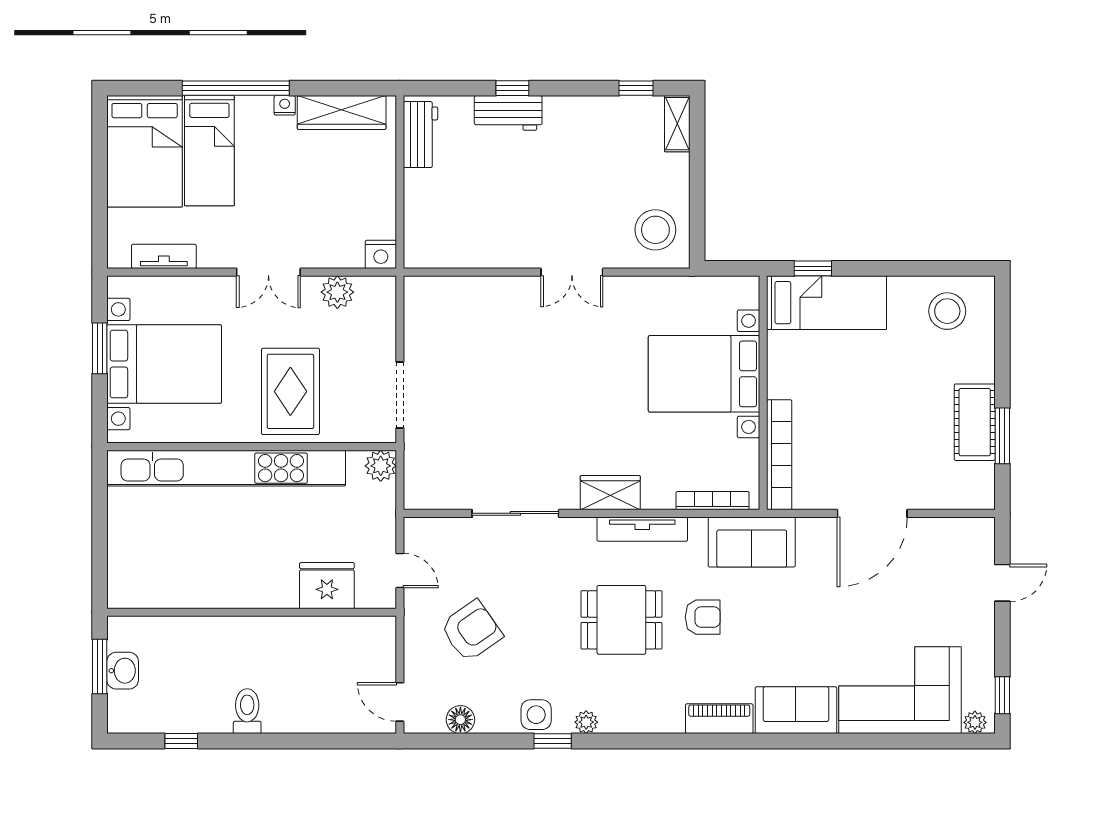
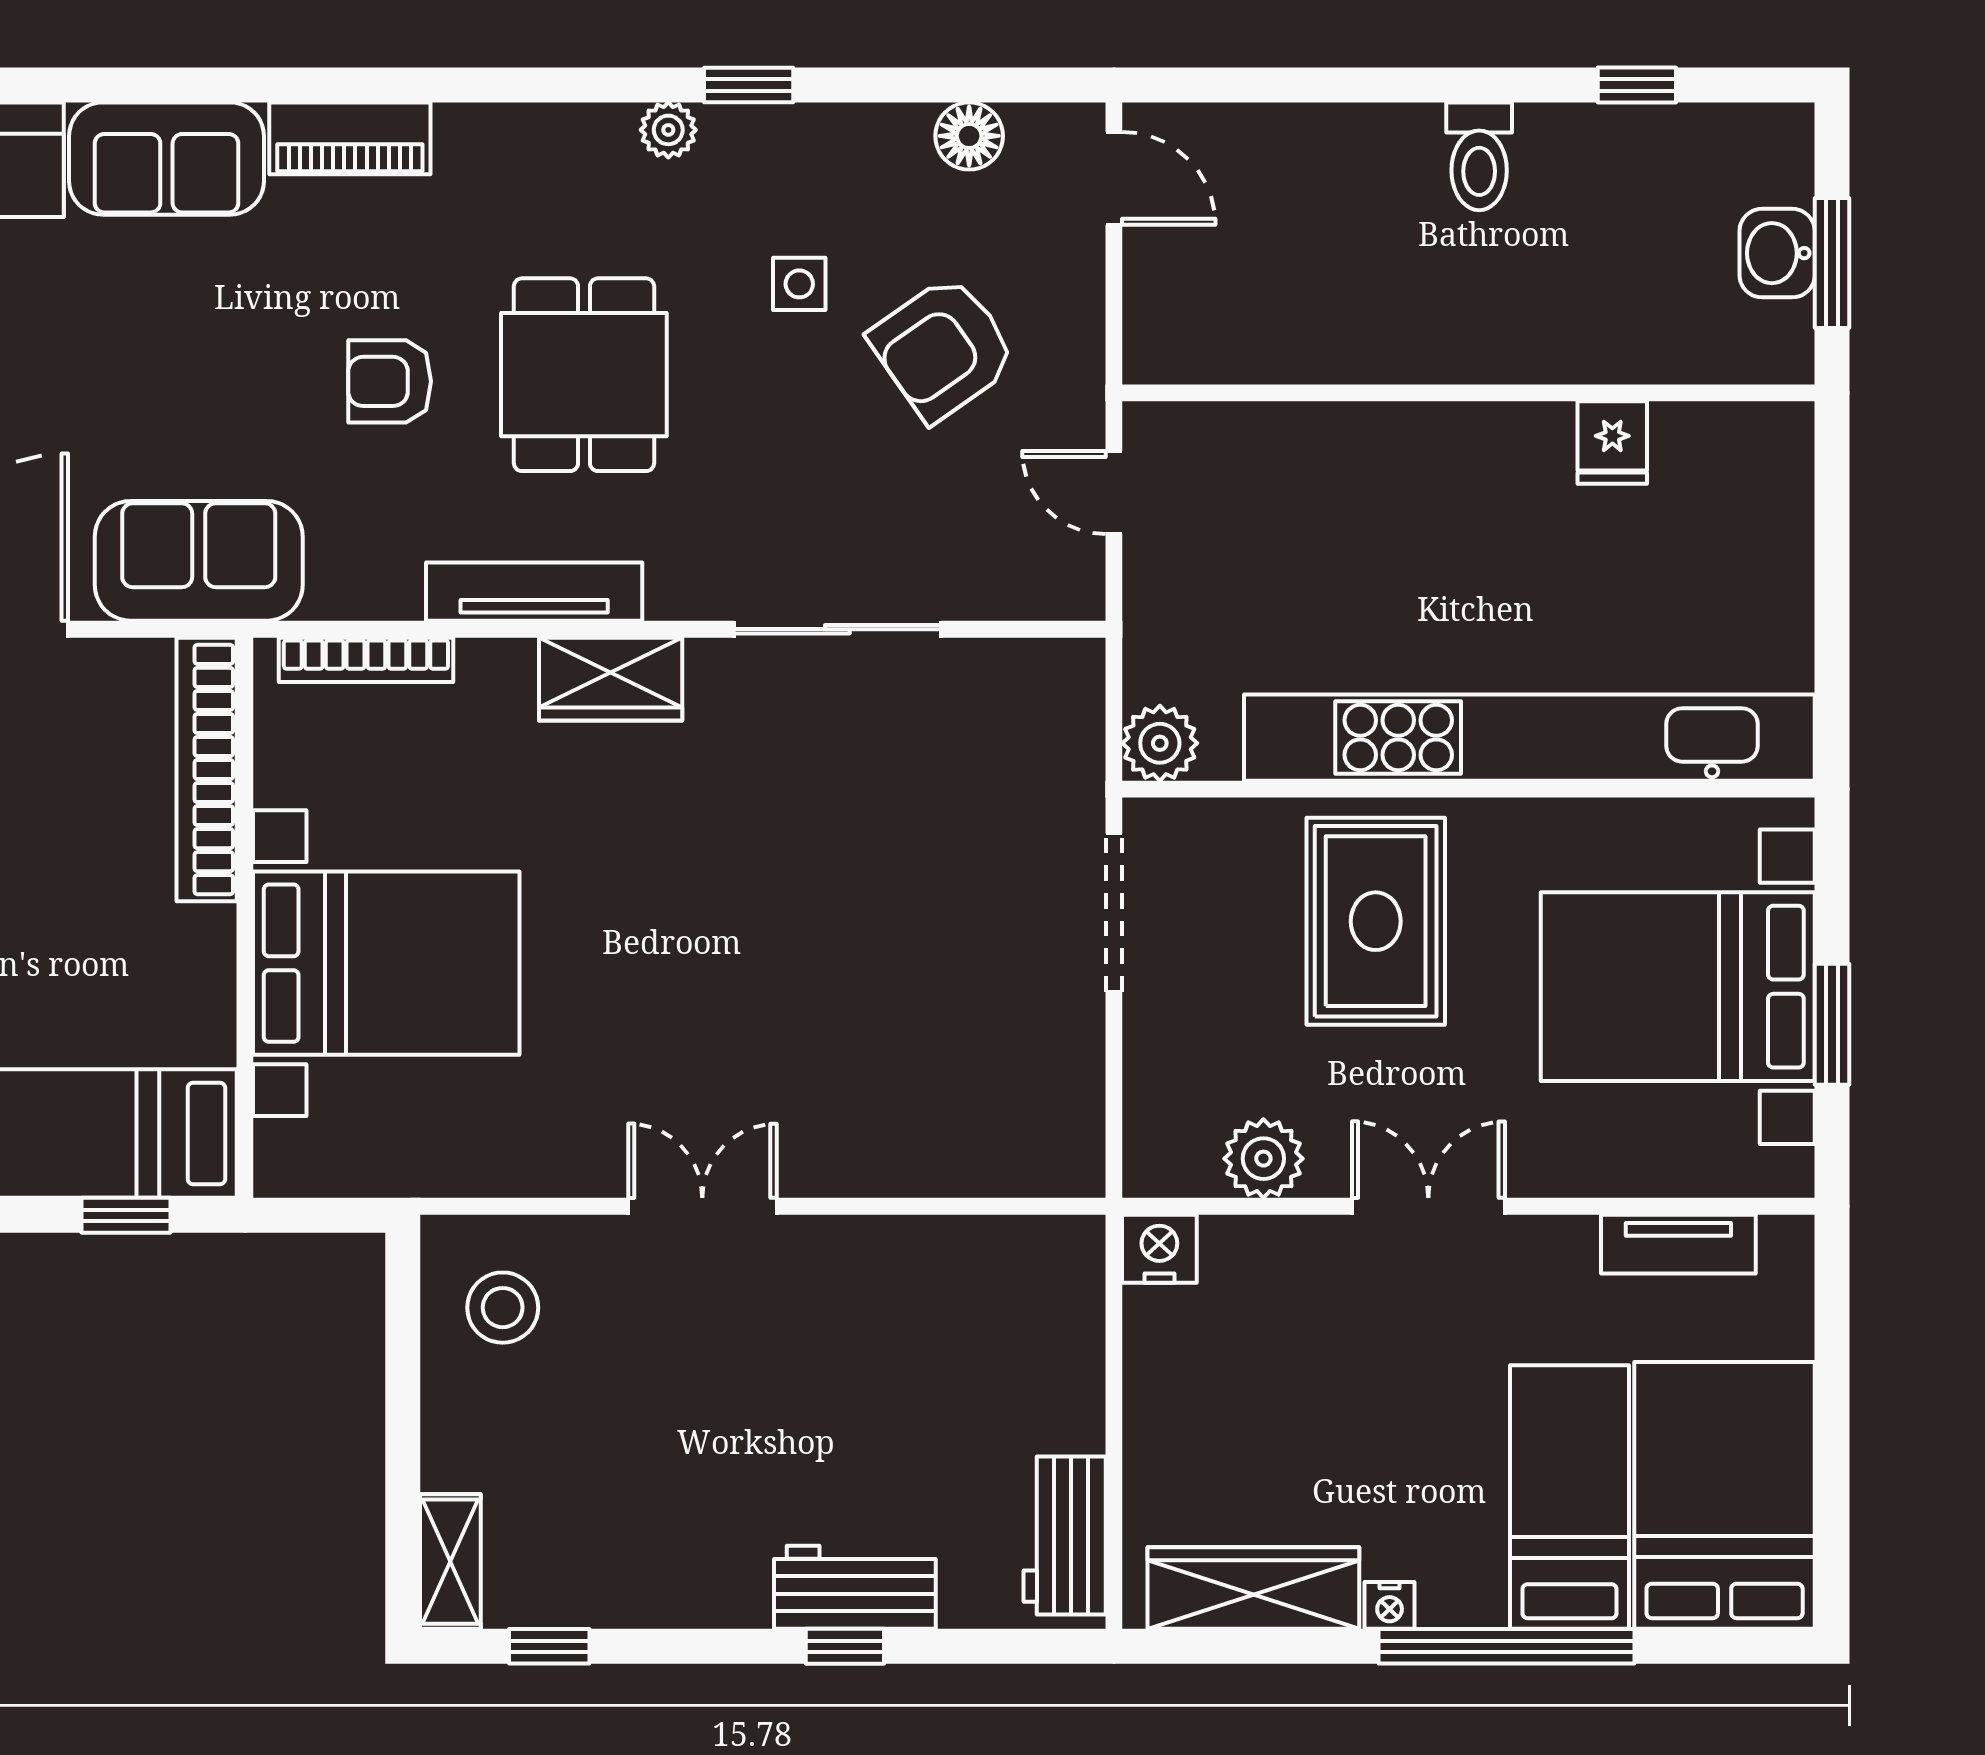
stool: (655, 230) -> (503, 1308), width x0.73, depth x0.73
sofa: (752, 542) -> (199, 561), moved
fridge: (327, 586) -> (1612, 443), moved, width x0.53, depth x0.75
dining table: (621, 620) -> (584, 375), turned 90
side table: (536, 715) -> (799, 284), moved, width x0.73, depth x0.73

